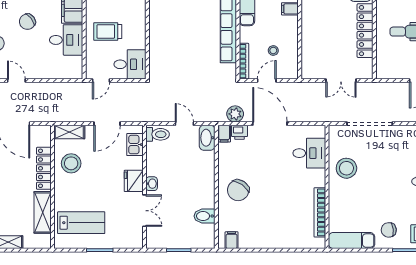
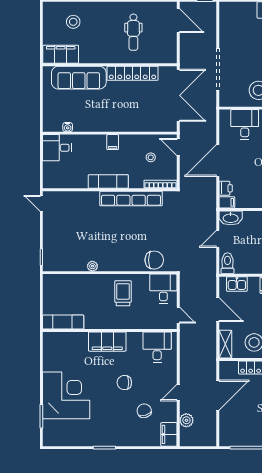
chair: (27, 22) -> (124, 383), turned 127
trolley: (108, 31) -> (123, 293), moved, turned 180
desk: (66, 40) -> (157, 347), moved
chair: (161, 54) -> (154, 260), added
door: (267, 81) -> (178, 147), moved
double door: (341, 81) -> (178, 95), width x1.87
plant: (235, 114) -> (209, 192), removed

